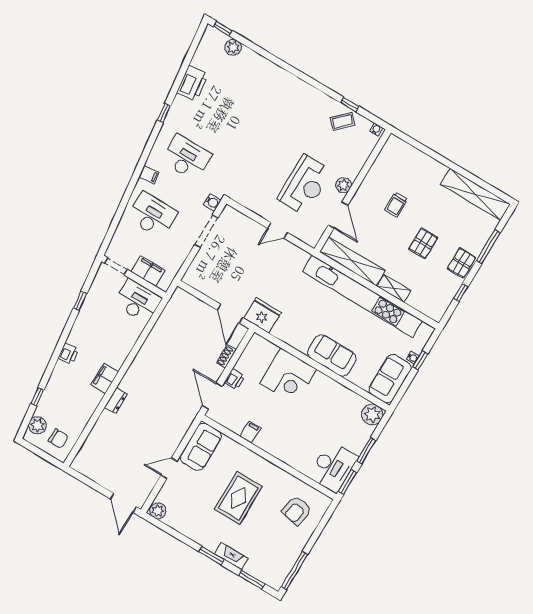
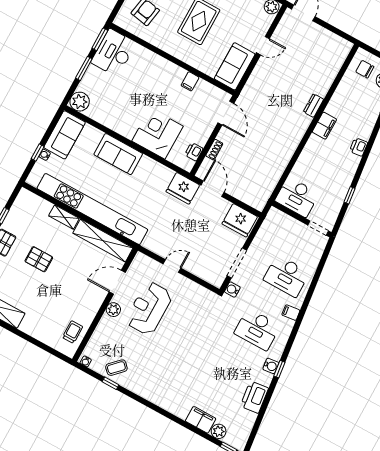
water cooler: (173, 117) -> (271, 366), added
trolley: (396, 205) -> (73, 332), moved
door: (338, 215) -> (117, 282), hinge flipped
pallet: (423, 243) -> (39, 259), turned 90
filing cabinet: (148, 271) -> (201, 420), moved, turned 180
fridge: (201, 278) -> (240, 220), added
printer: (234, 379) -> (194, 152), moved

